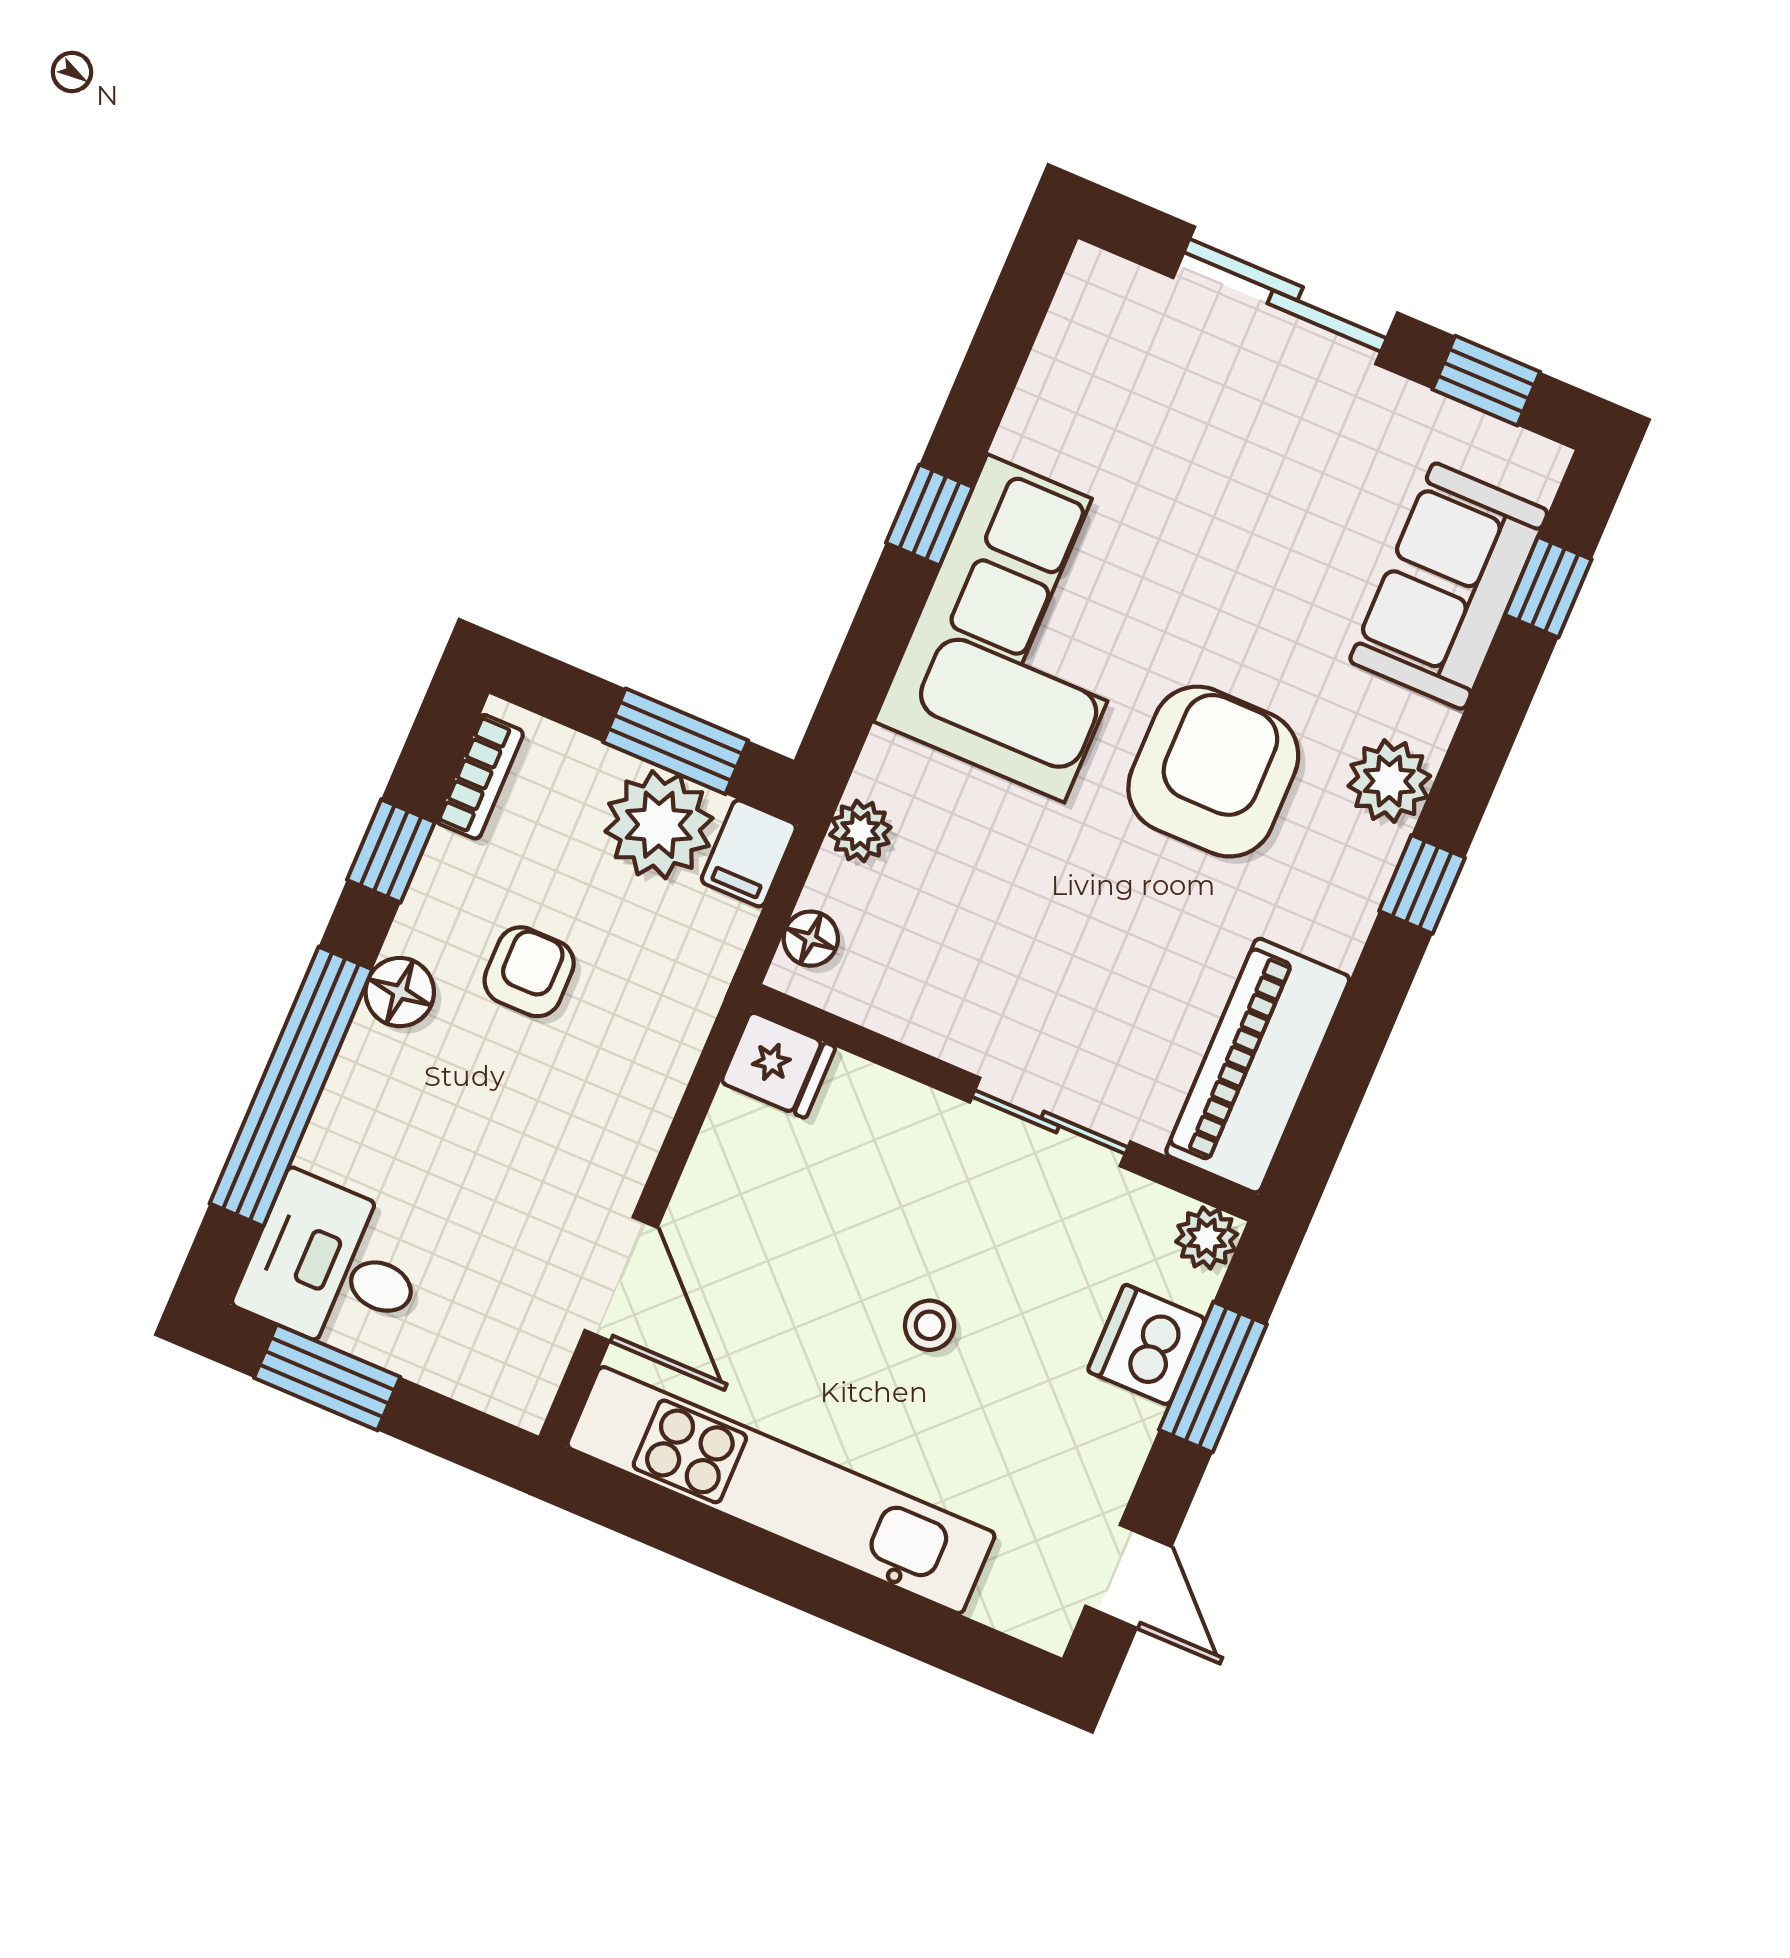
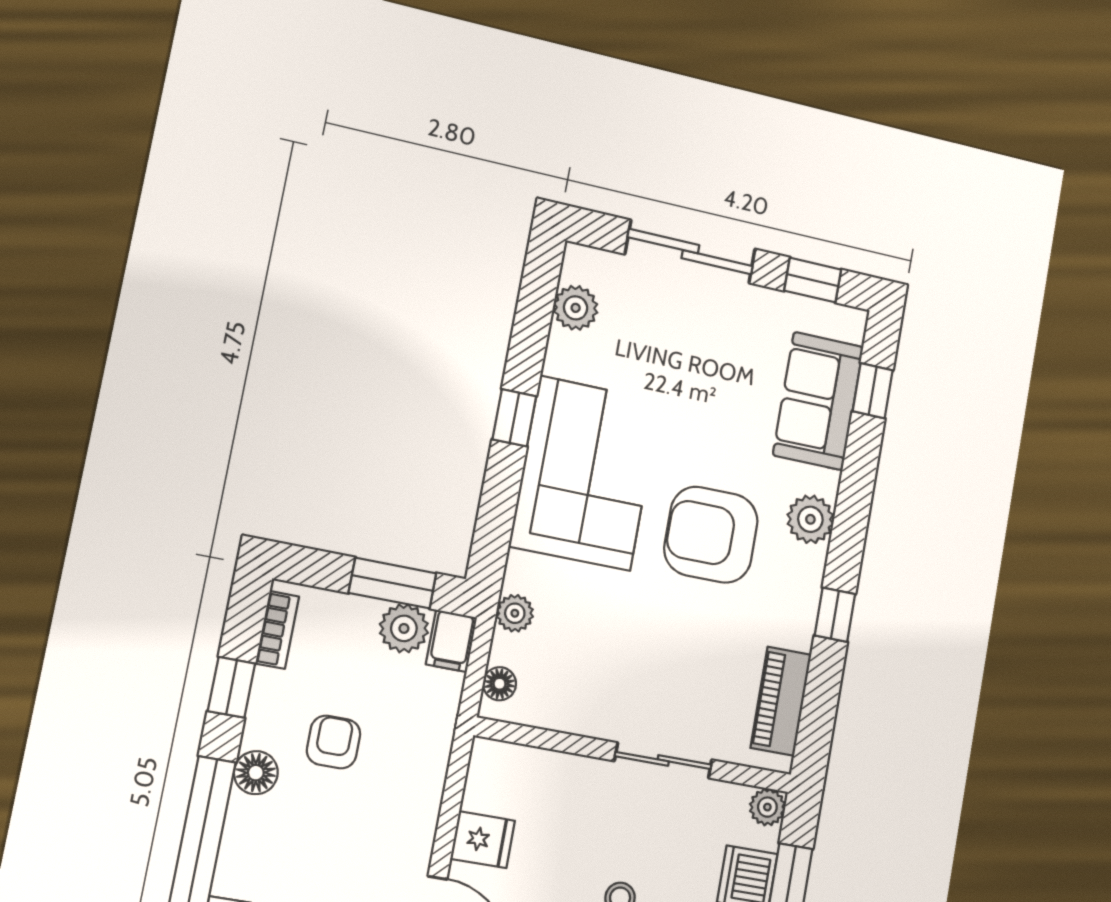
plant: (1070, 354) -> (576, 308), added
armchair: (1213, 772) -> (711, 535), turned -90
plant: (659, 825) -> (404, 628), width x0.73, depth x0.73
window: (1422, 884) -> (835, 615), moved
fridge: (778, 1065) -> (483, 840), moved
piano: (1258, 1066) -> (781, 701), width x0.73, depth x0.75

